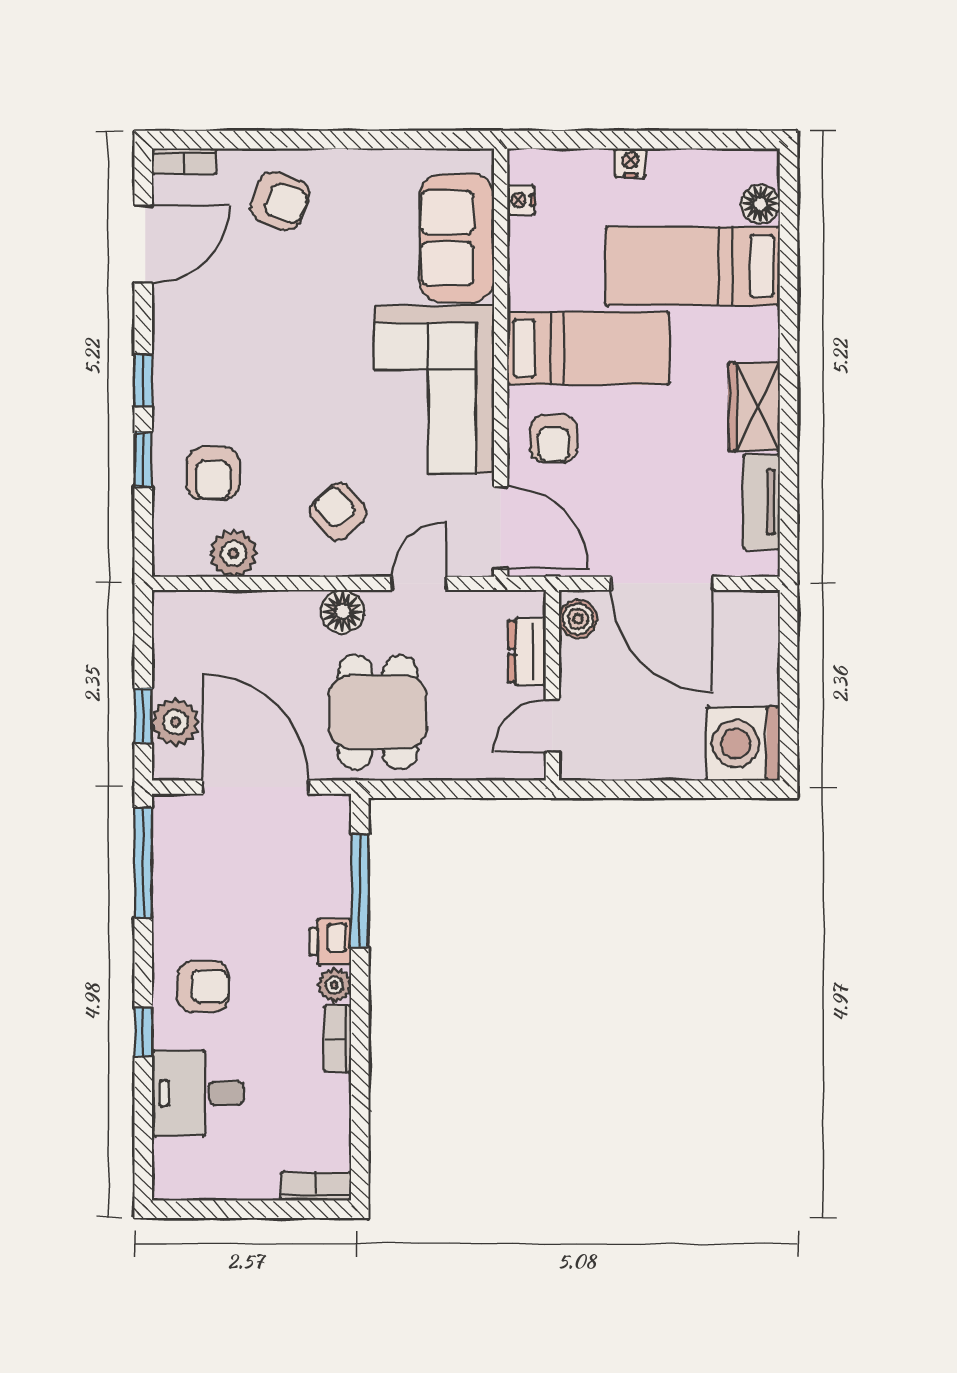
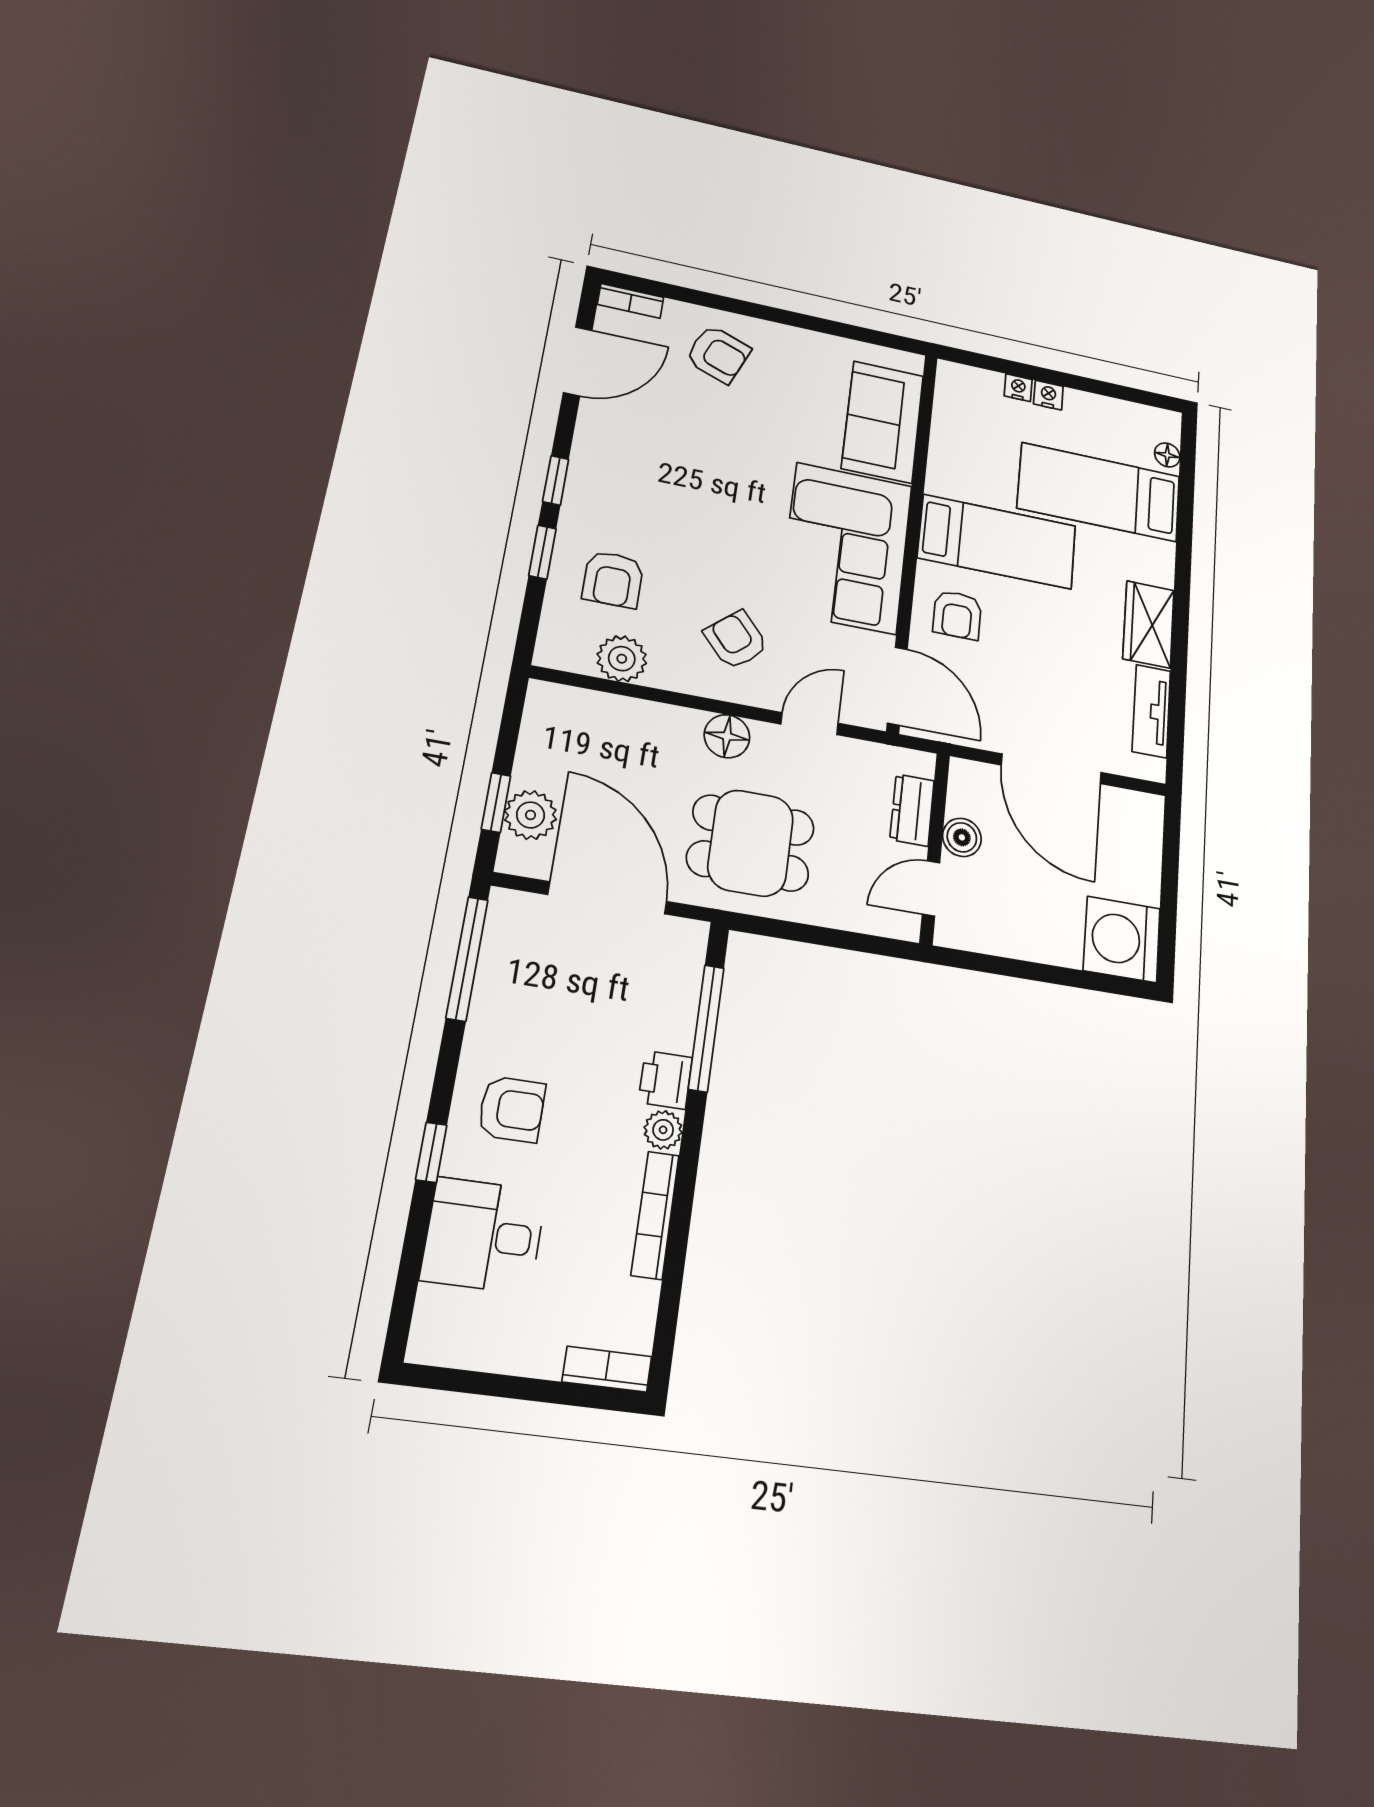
nightstand: (521, 200) -> (1018, 388), moved, turned 90
floor lamp: (760, 204) -> (1167, 455), width x0.73, depth x0.73
boiler: (578, 619) -> (962, 837), moved
dining table: (378, 712) -> (751, 843), turned 90
bookcase: (338, 1039) -> (655, 1215), width x1.56

